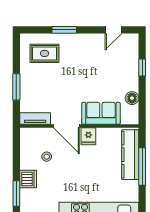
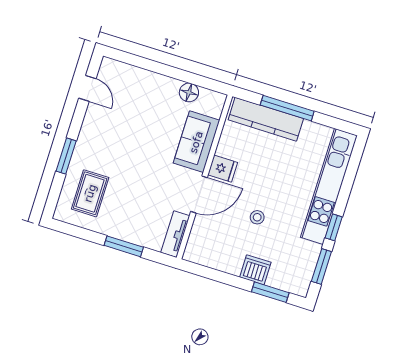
window: (142, 67) -> (151, 66), removed
stool: (47, 157) -> (257, 217), moved

